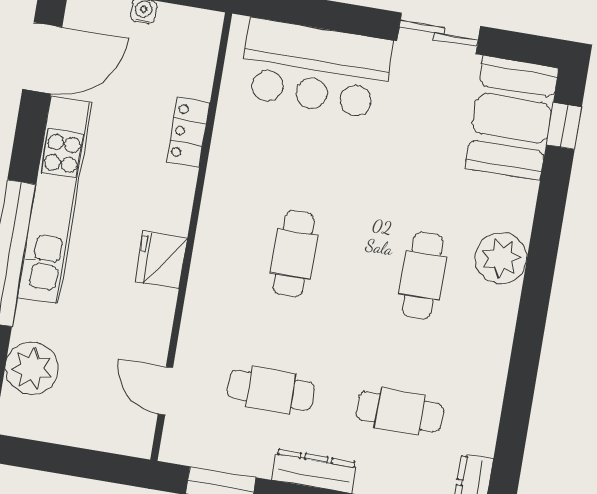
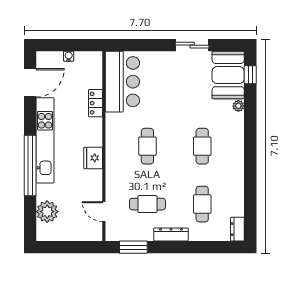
bar counter: (316, 68) -> (122, 82), moved, turned -90
plant: (501, 258) -> (238, 106), moved, width x0.53, depth x0.53
cafe table: (400, 412) -> (202, 204), turned 90

